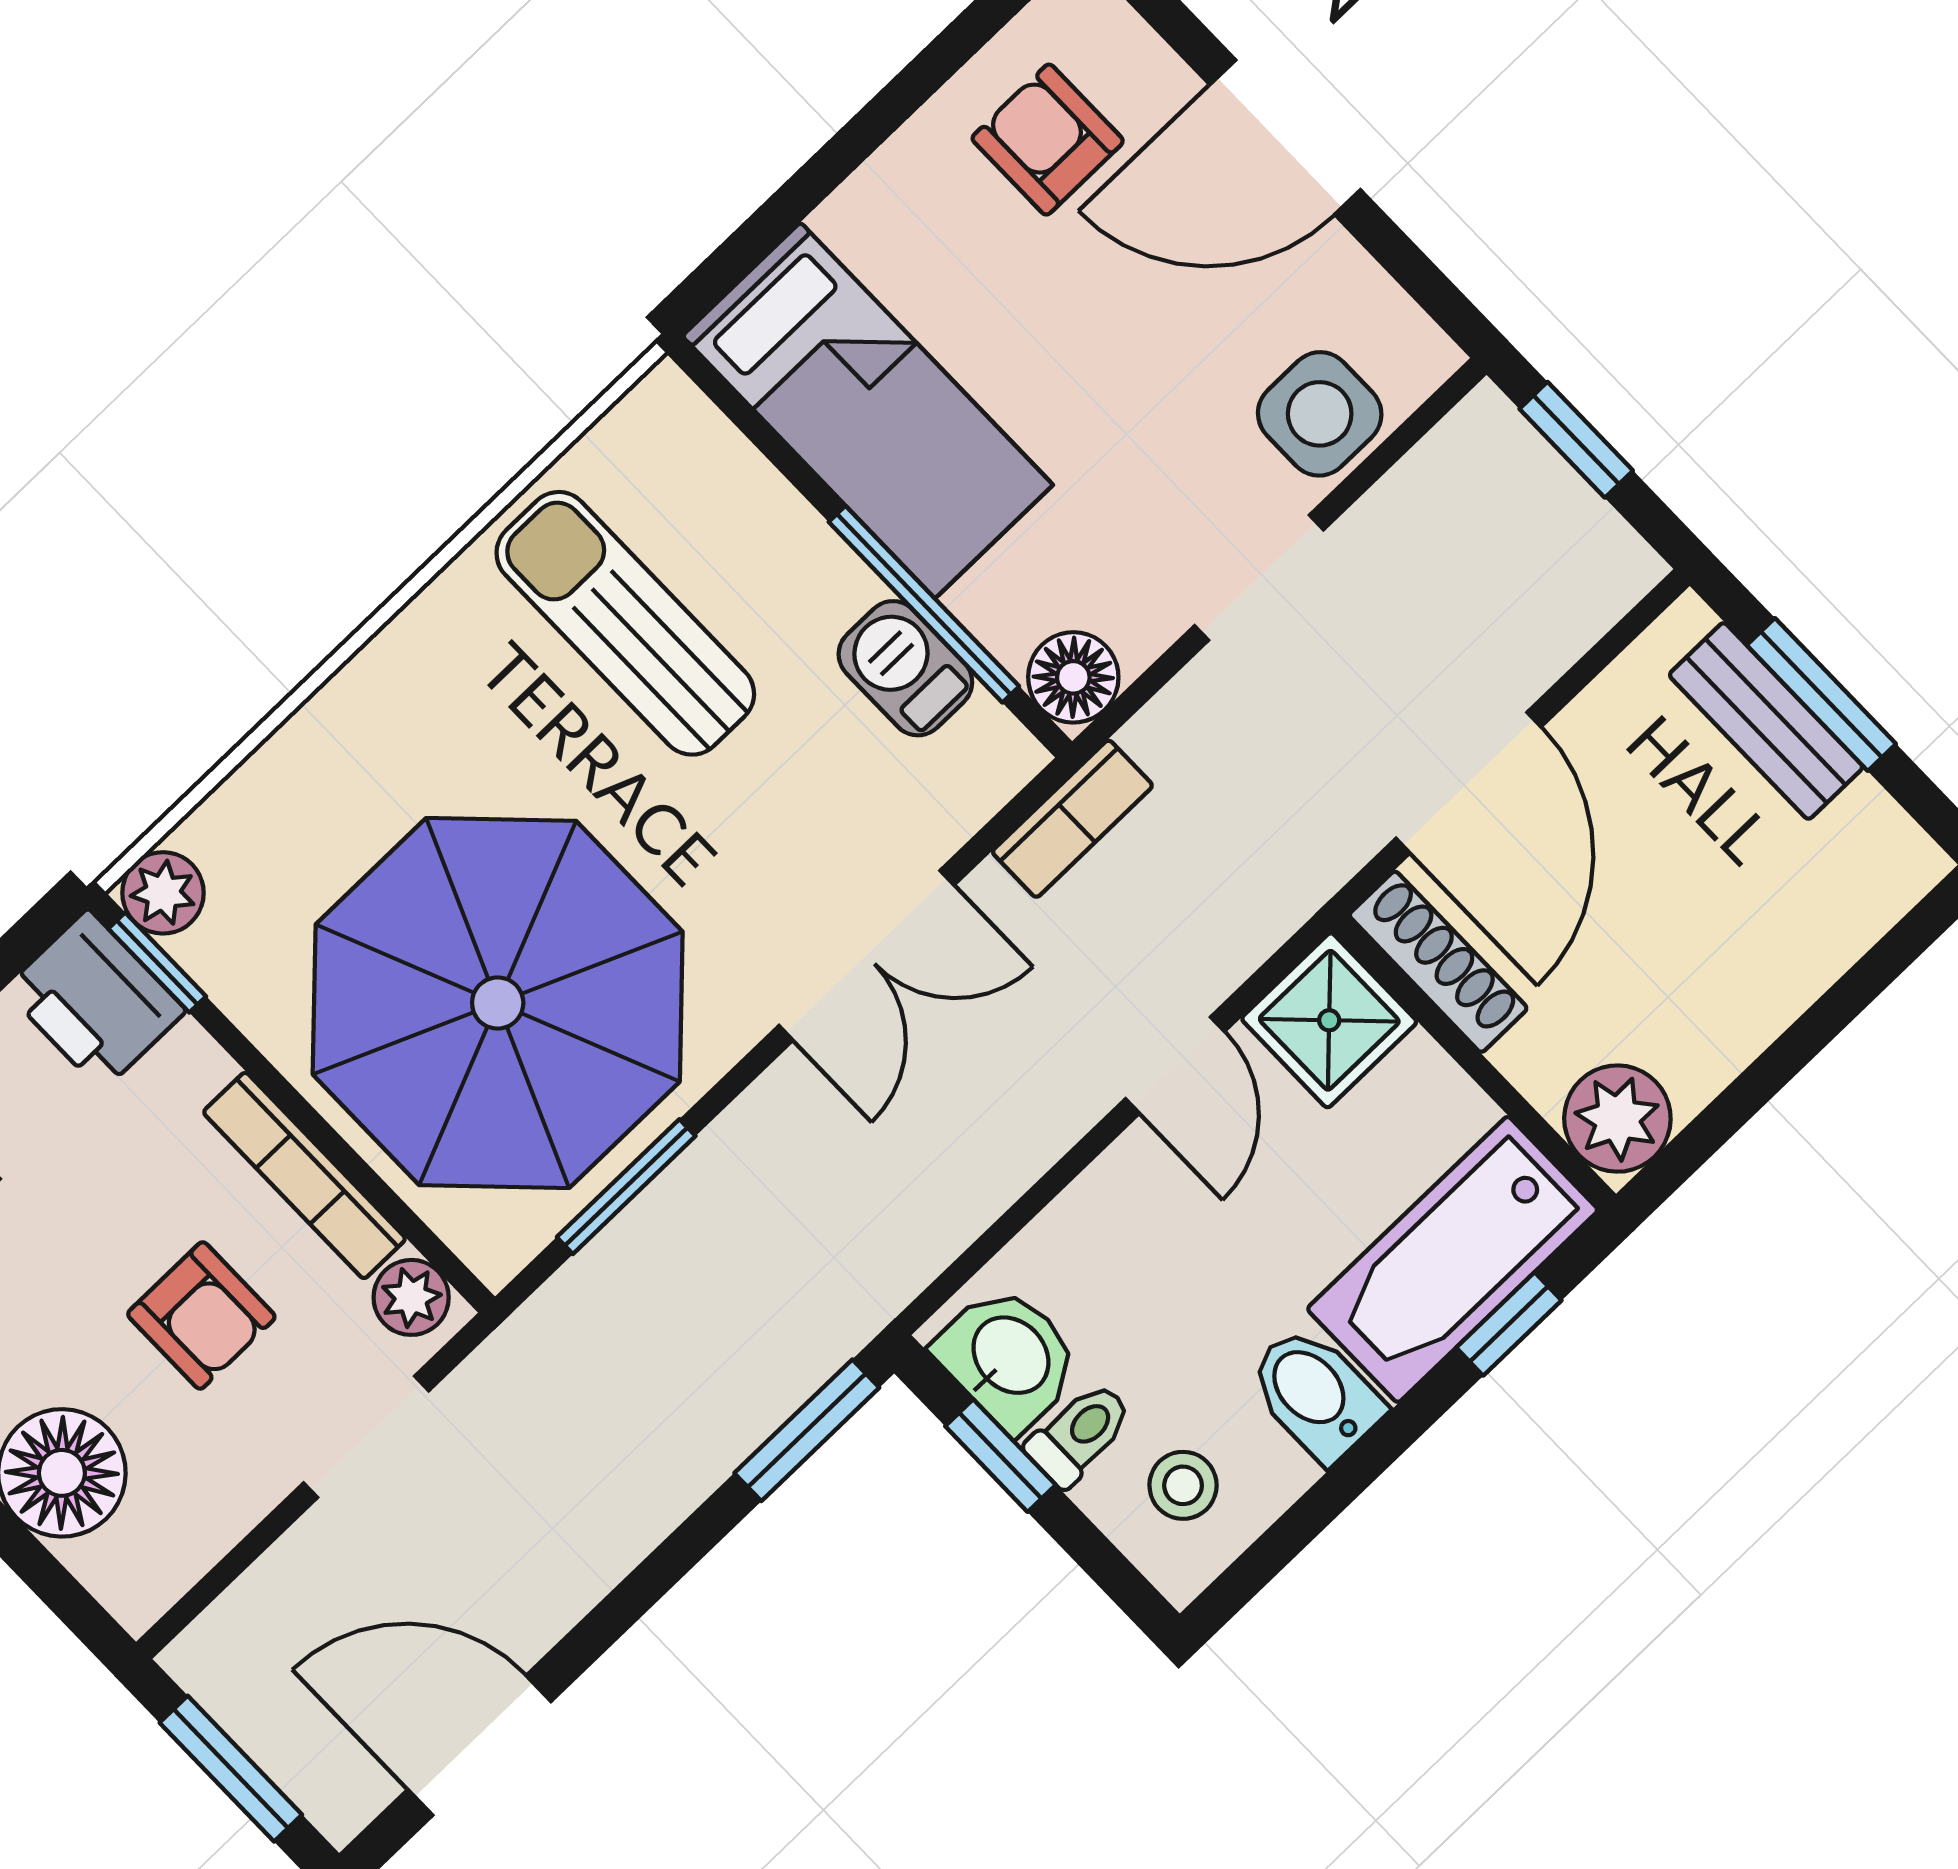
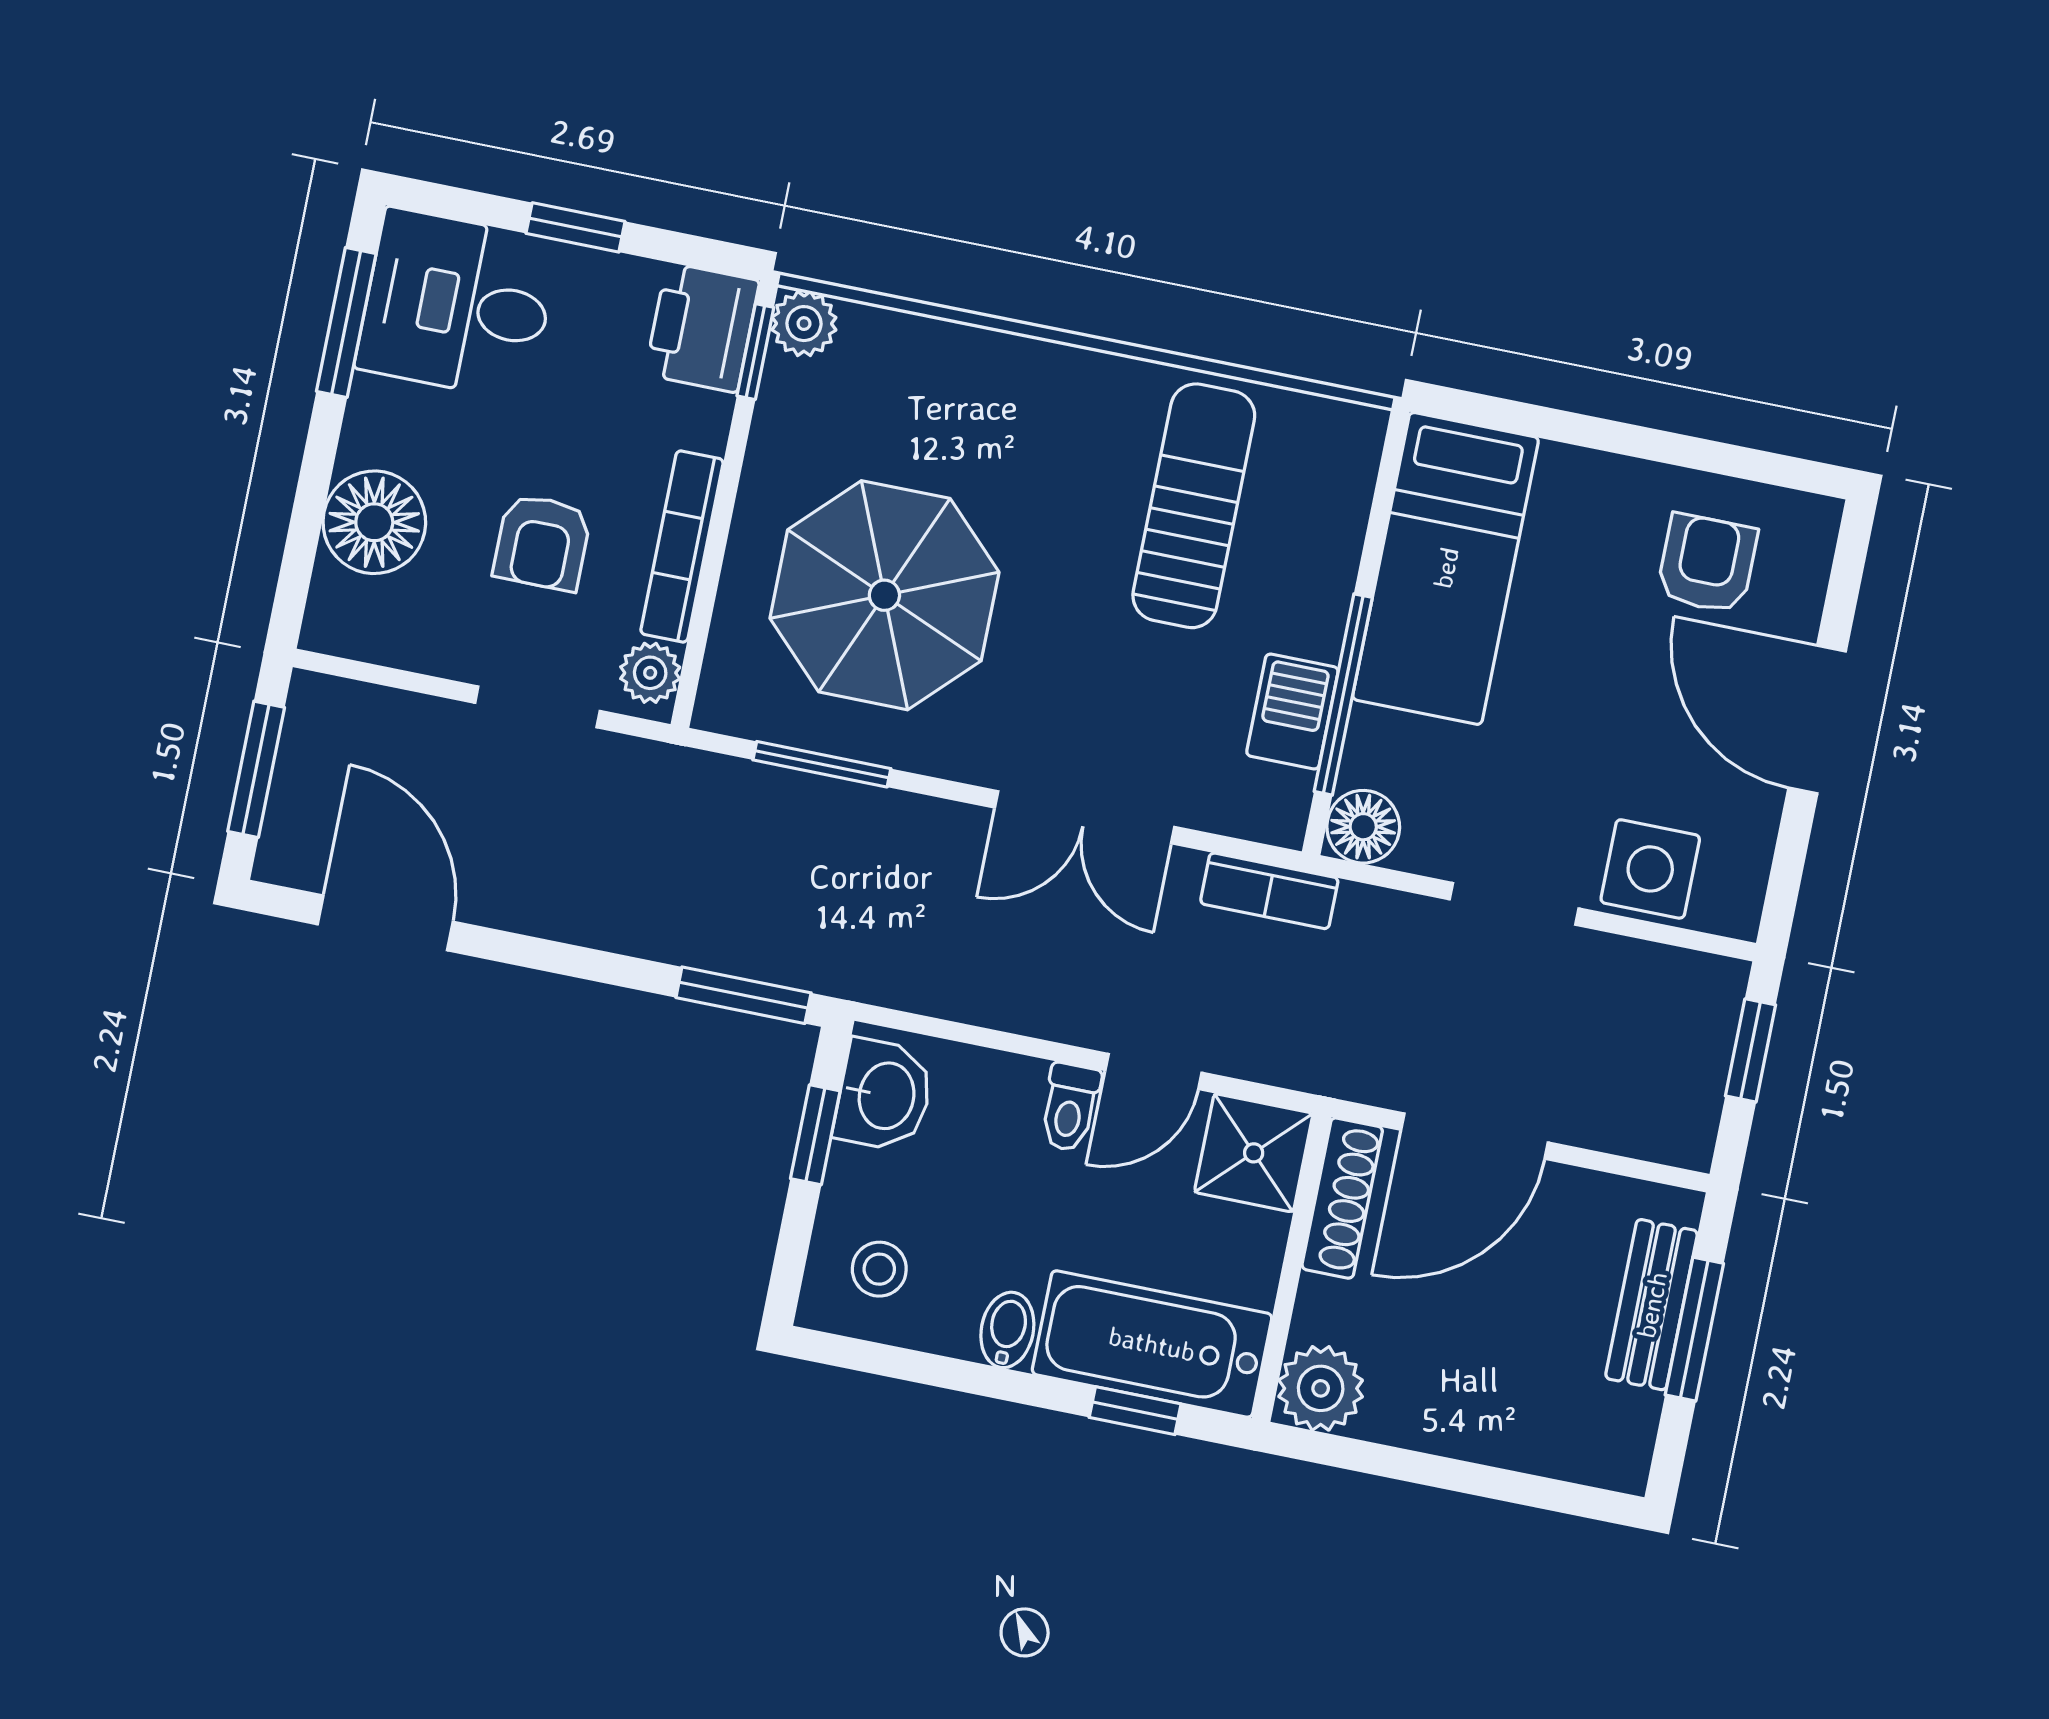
parasol: (498, 1003) -> (884, 595), width x0.73, depth x0.73
bidet: (1315, 1394) -> (1007, 1330), width x0.72, depth x0.74
toilet: (1080, 1434) -> (1070, 1107), moved, turned 90

